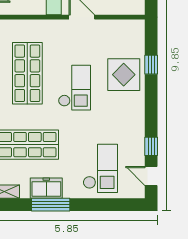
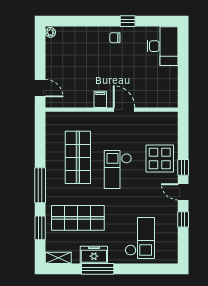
window: (151, 65) -> (183, 167), moved
checkout: (74, 88) -> (118, 169), turned 180
door: (151, 176) -> (183, 192), moved

